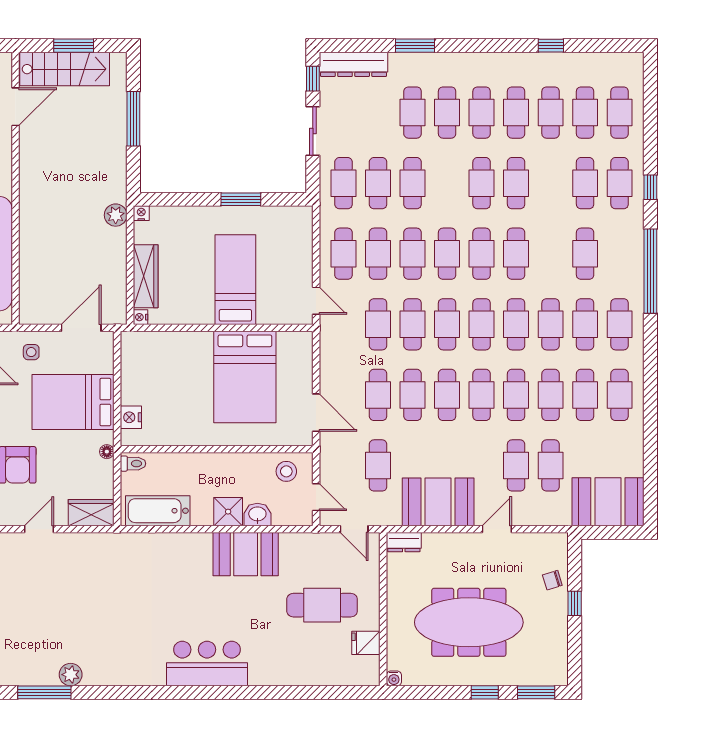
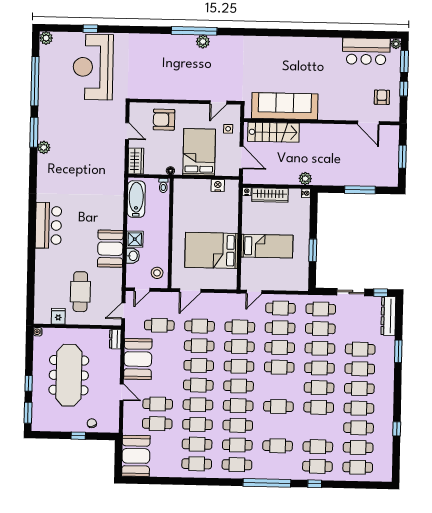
stairs: (65, 69) -> (273, 132), moved, turned -90
cafe table: (482, 254) -> (320, 368), moved
nightstand: (131, 417) -> (218, 185), moved

